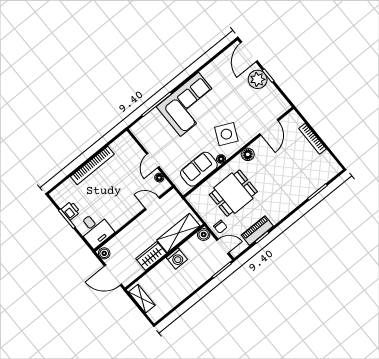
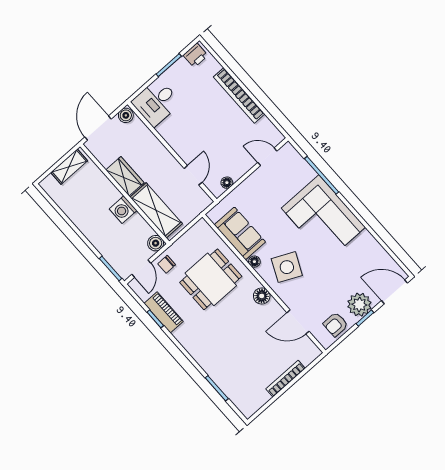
armchair: (272, 98) -> (336, 324), added
door: (153, 161) -> (267, 157), moved
dining table: (233, 193) -> (211, 279), turned 90
printer: (71, 211) -> (195, 55), moved

